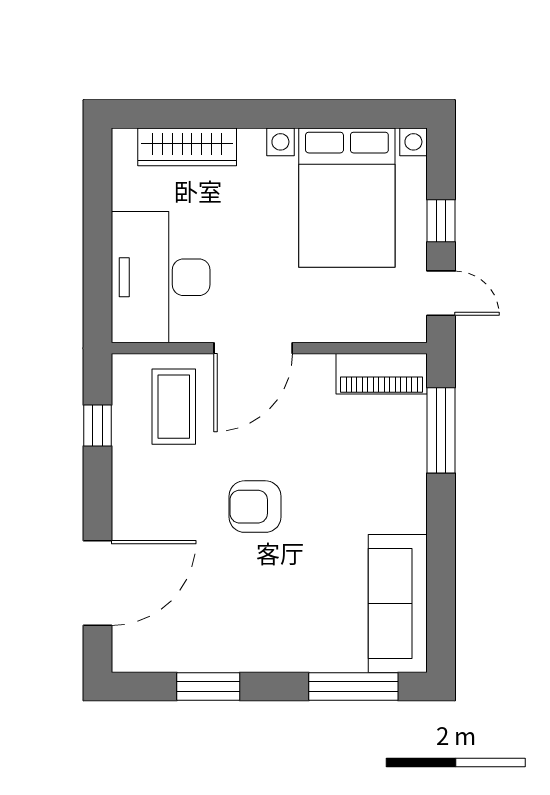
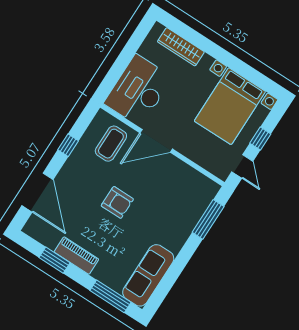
piano: (382, 374) -> (76, 256), moved, turned 180
window: (98, 425) -> (68, 145), moved
armchair: (255, 507) -> (117, 202), turned 180
door: (98, 583) -> (38, 193), hinge flipped

